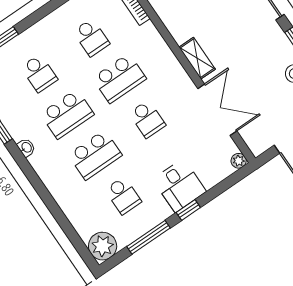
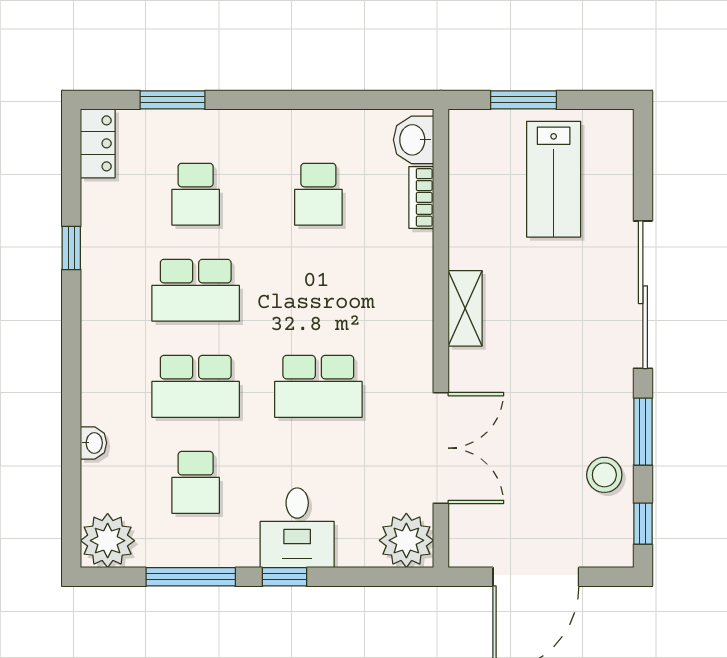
shelving: (197, 58) -> (465, 308), moved
school desk: (119, 78) -> (318, 290), removed
school desk: (147, 119) -> (318, 386), width x1.85
washbasin: (26, 148) -> (93, 443), moved
plant: (239, 161) -> (406, 540), width x1.88, depth x1.88

